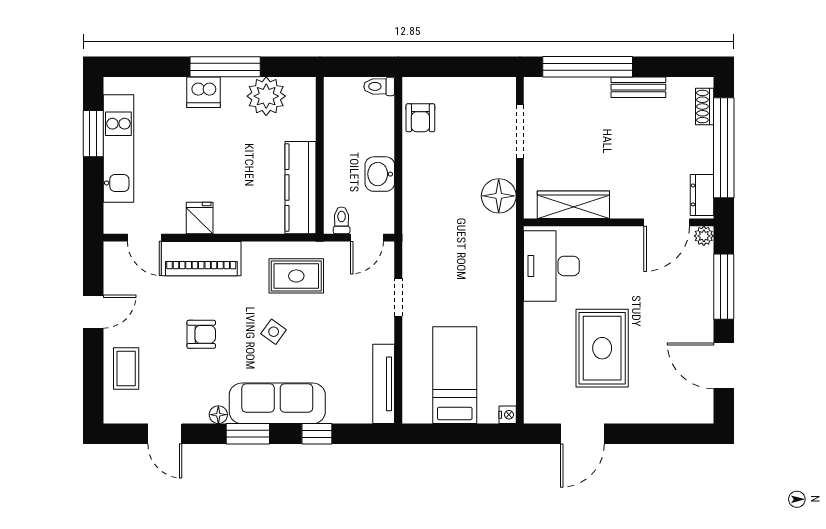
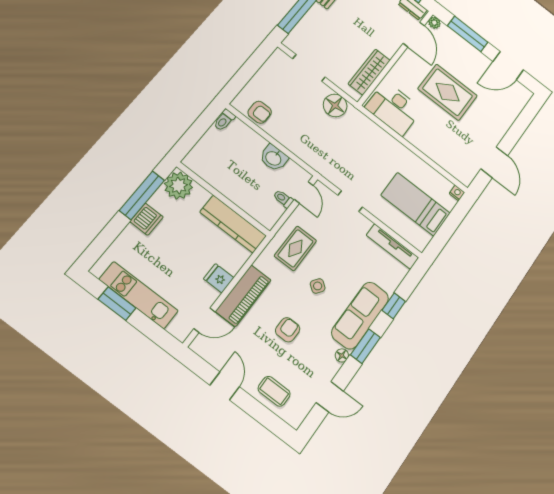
wall: (320, 155) -> (223, 199), moved
kitchen counter: (301, 188) -> (233, 224), moved
rug: (602, 348) -> (448, 92), moved

